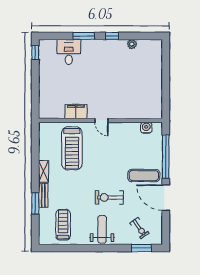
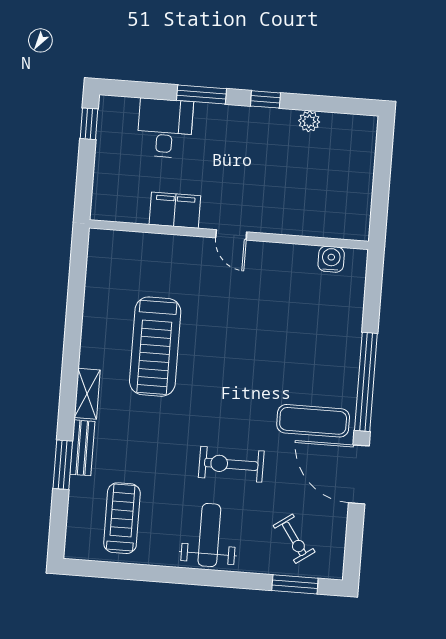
filing cabinet: (76, 112) -> (175, 210), moved
wall: (100, 120) -> (229, 235), moved
door: (102, 120) -> (231, 235), moved
water cooler: (146, 128) -> (331, 259), moved

